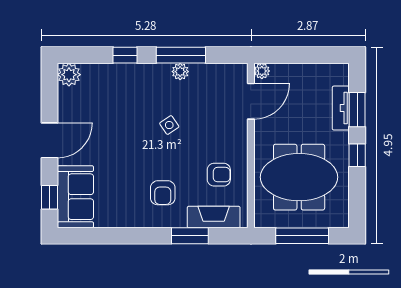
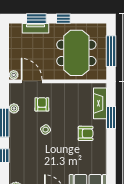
plant: (180, 72) -> (14, 108), moved
armchair: (219, 175) -> (42, 104), moved

